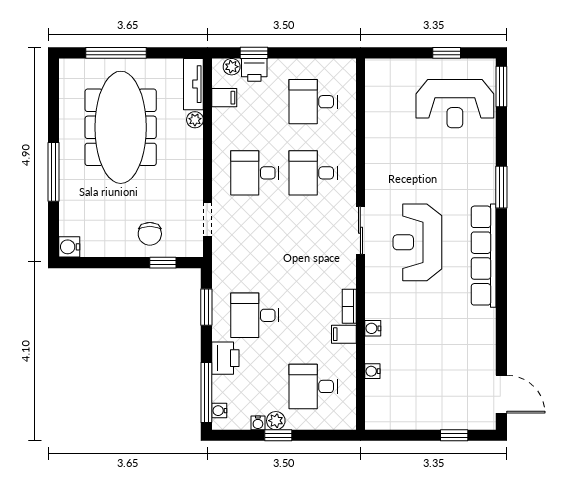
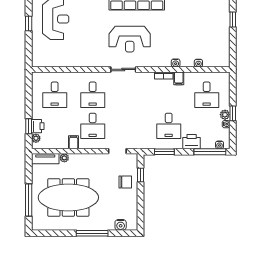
filing cabinet: (224, 98) -> (73, 142), moved
water cooler: (69, 247) -> (121, 225), moved

